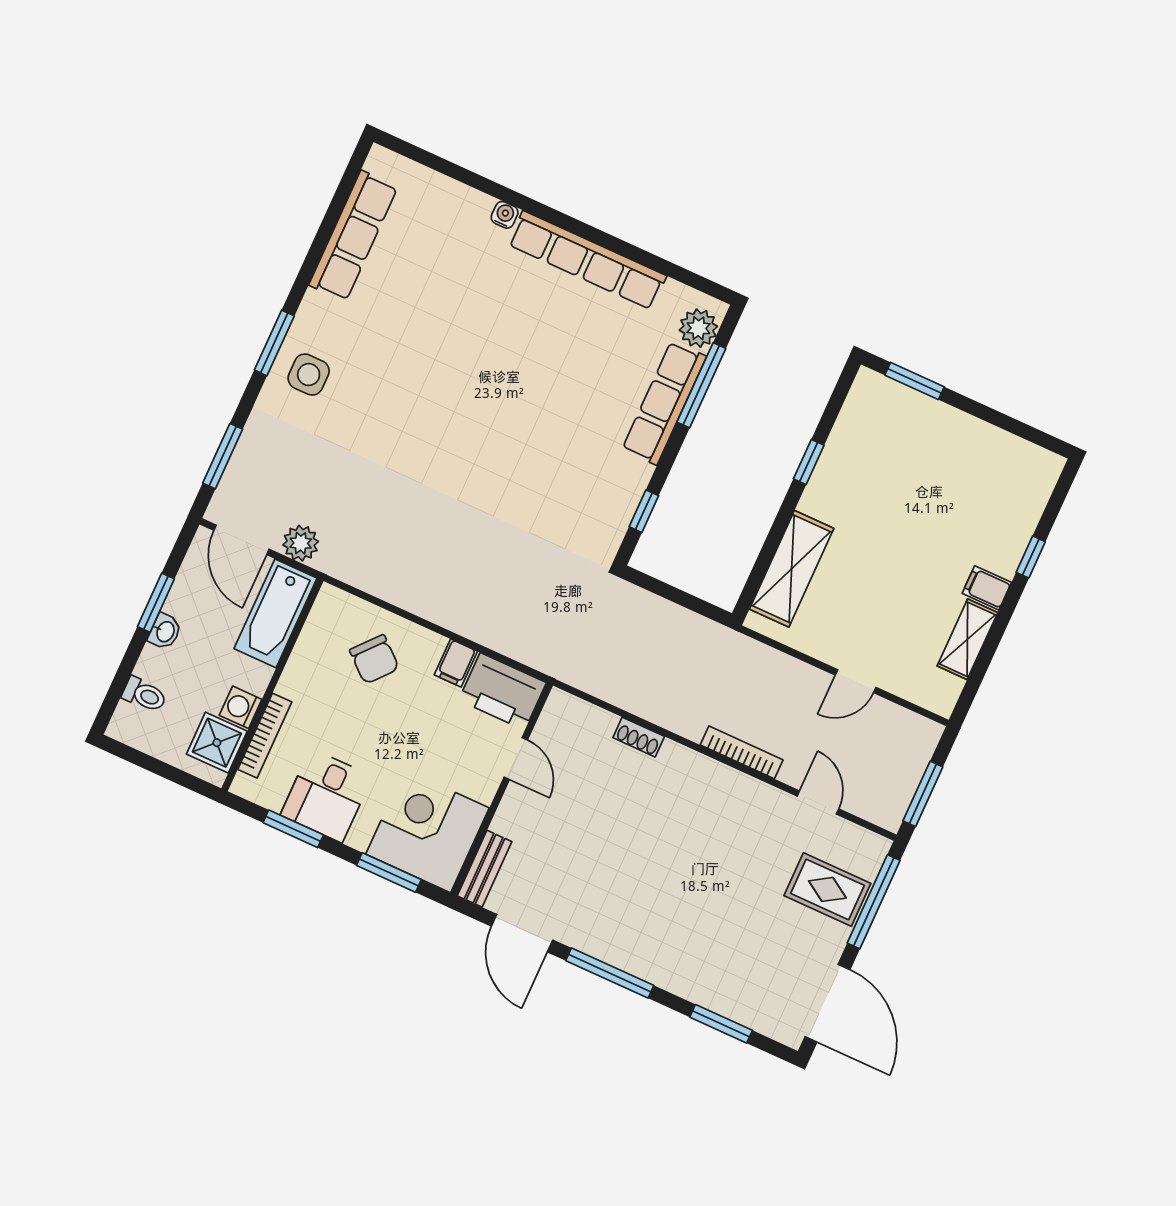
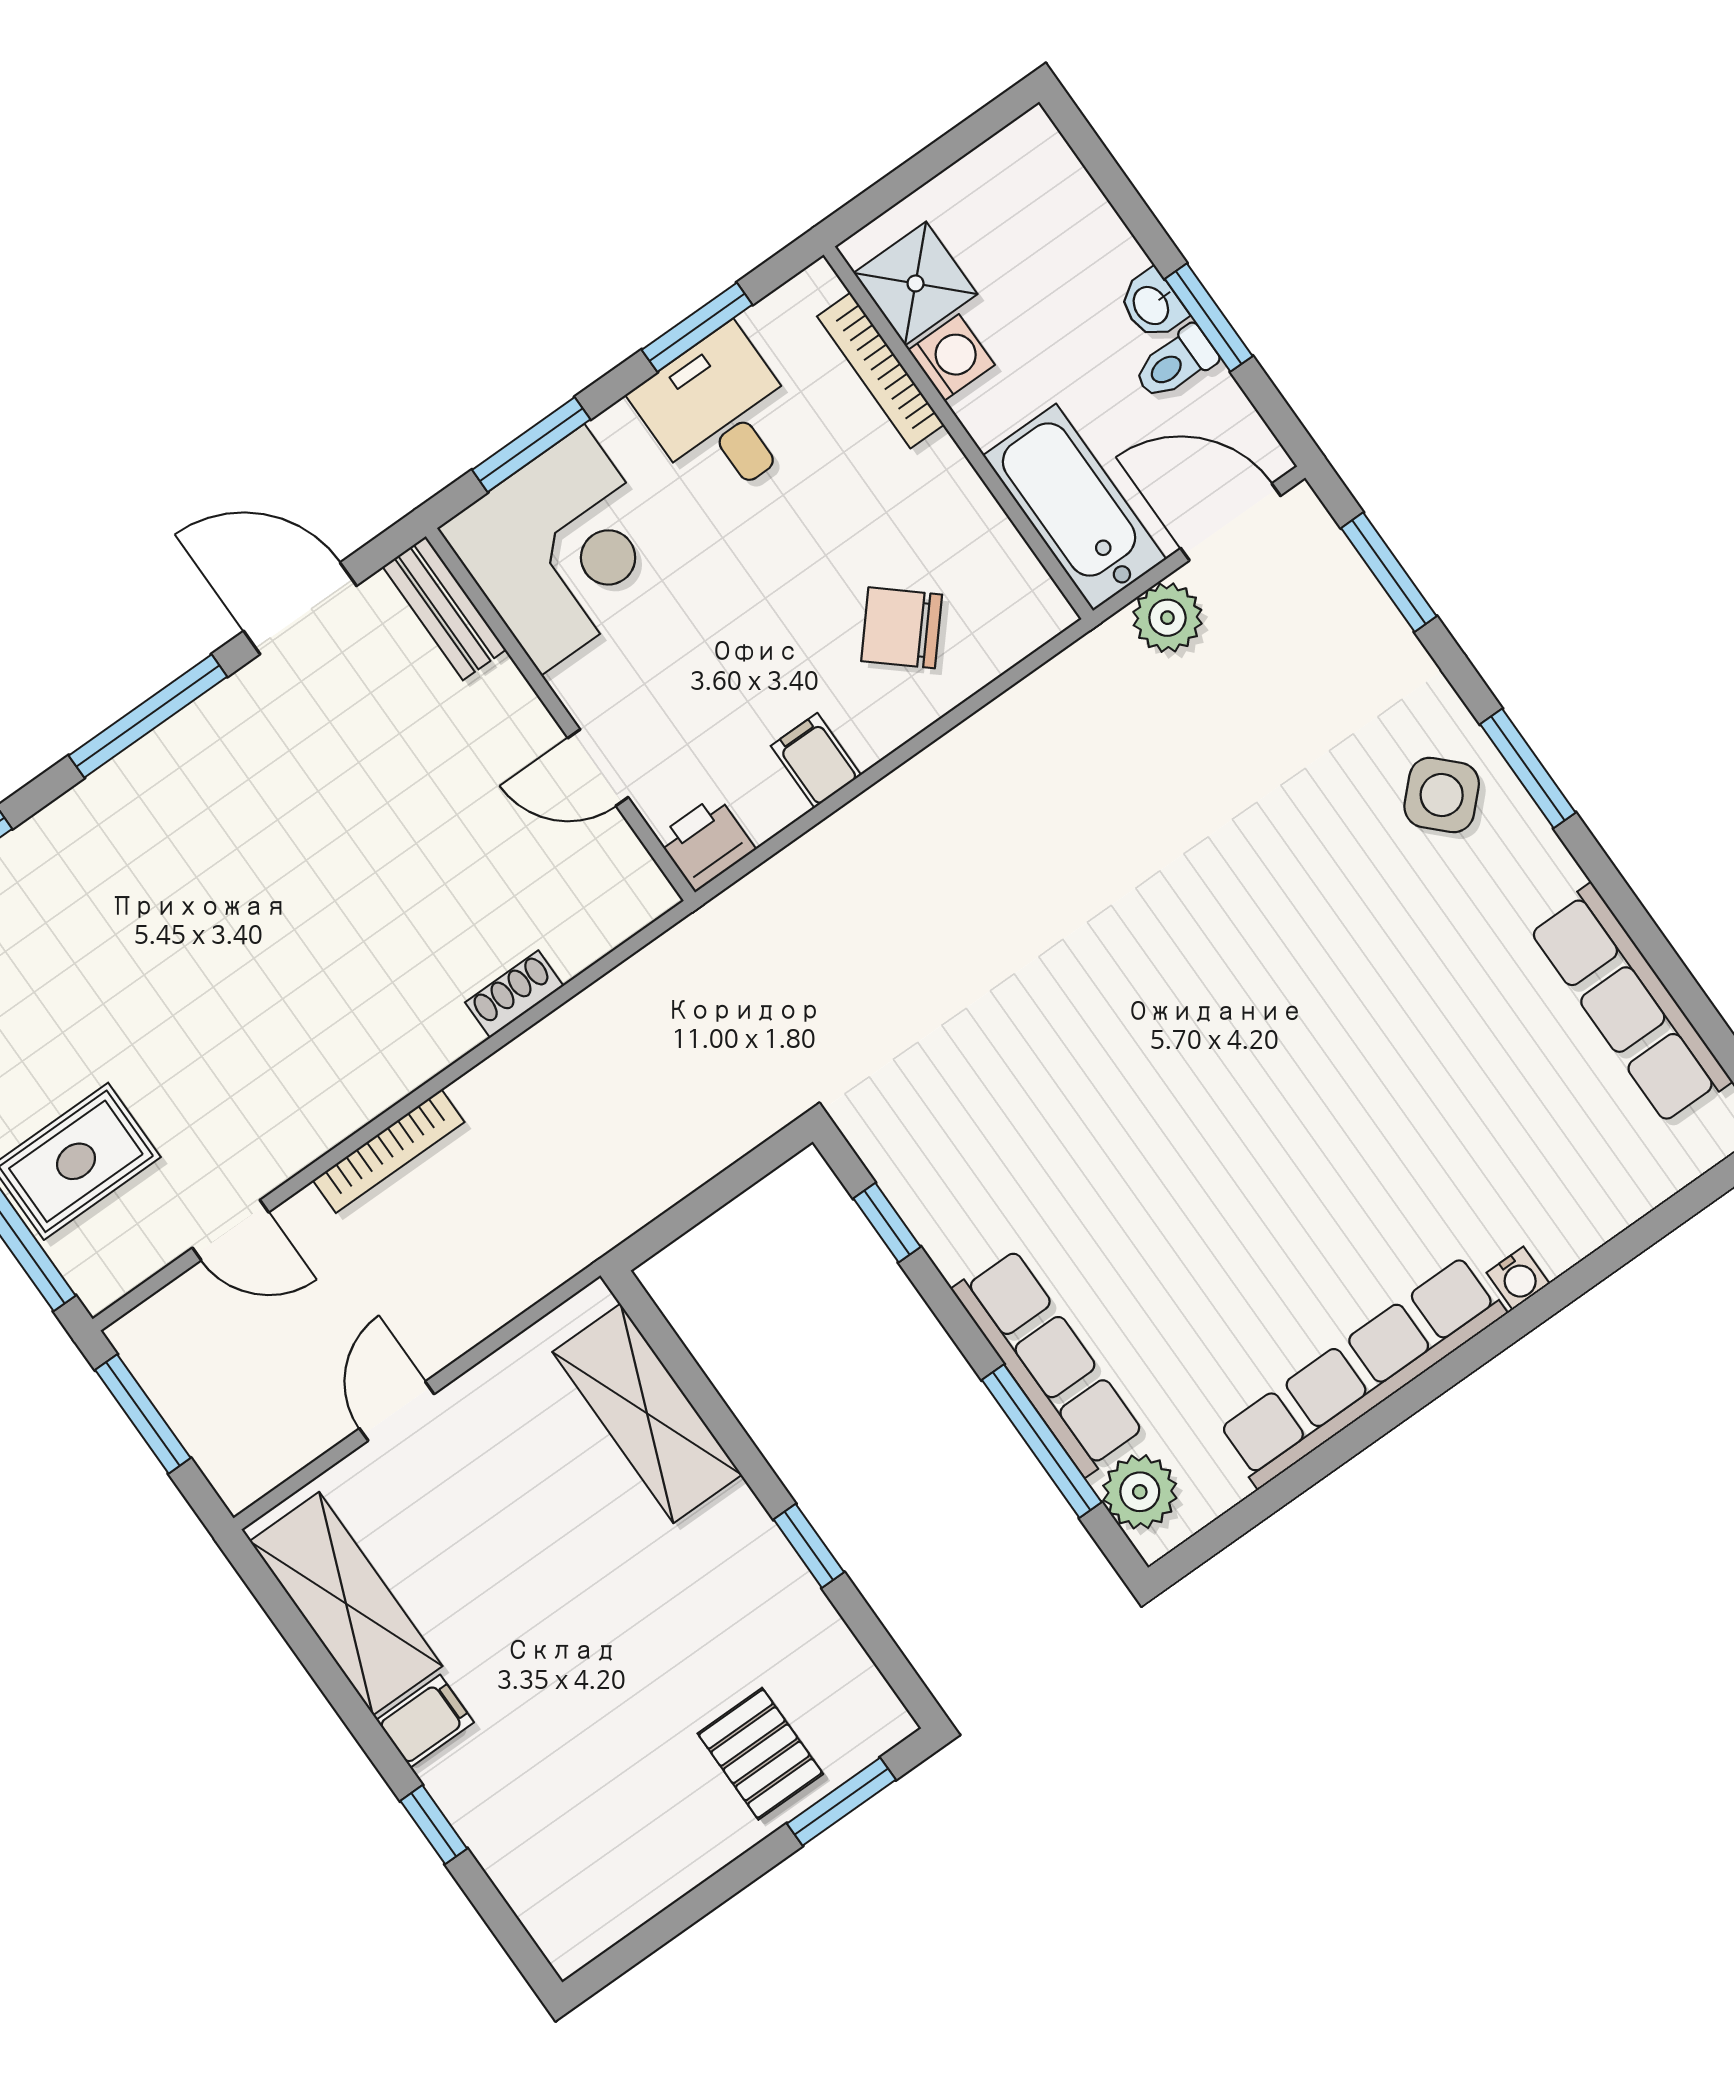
side table: (309, 375) -> (1442, 795), turned 45
pallet: (914, 430) -> (760, 1754), added
shelving: (967, 639) -> (346, 1604), width x1.50, depth x1.33
printer: (502, 691) -> (706, 843), width x0.53, depth x0.68
toilet: (144, 695) -> (1175, 363), moved

